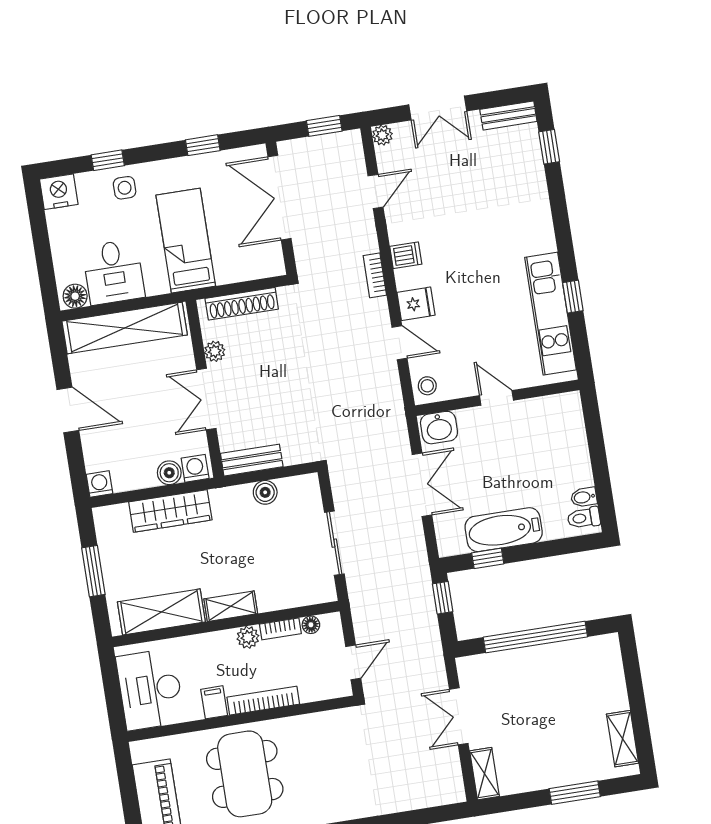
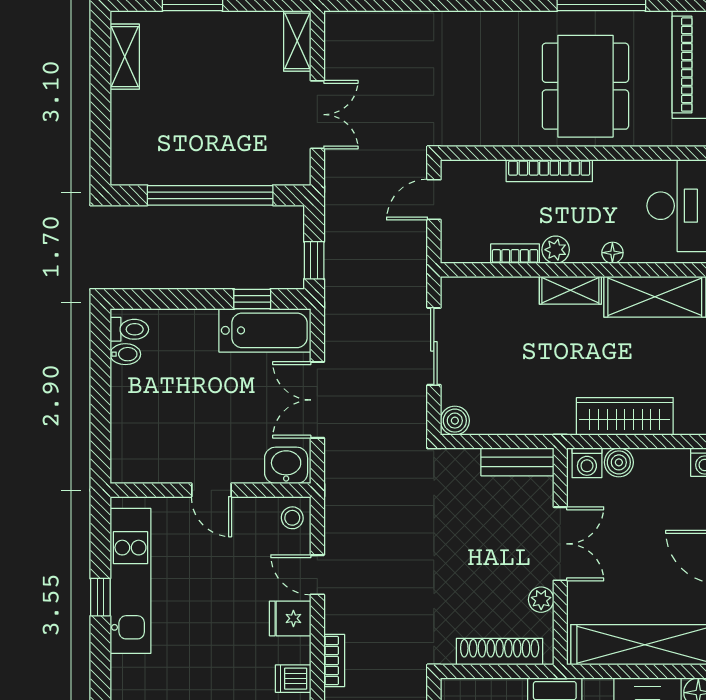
boiler: (265, 492) -> (455, 421), moved
bathtub: (504, 530) -> (265, 330), moved
floor lamp: (311, 625) -> (612, 253), moved
filing cabinet: (214, 702) -> (609, 178), removed

